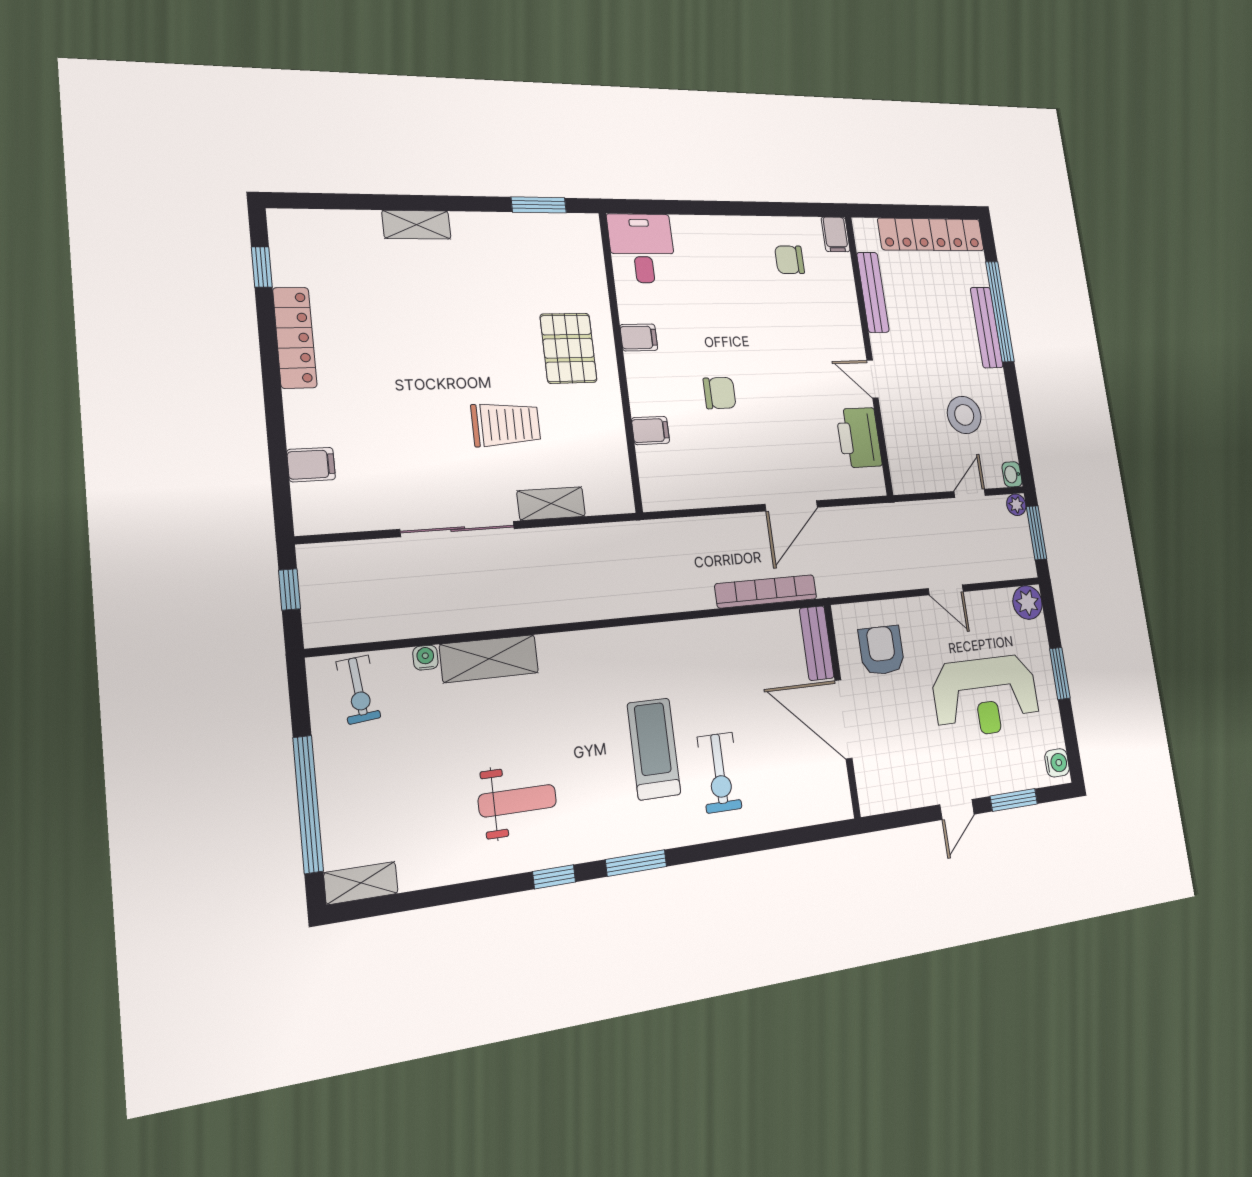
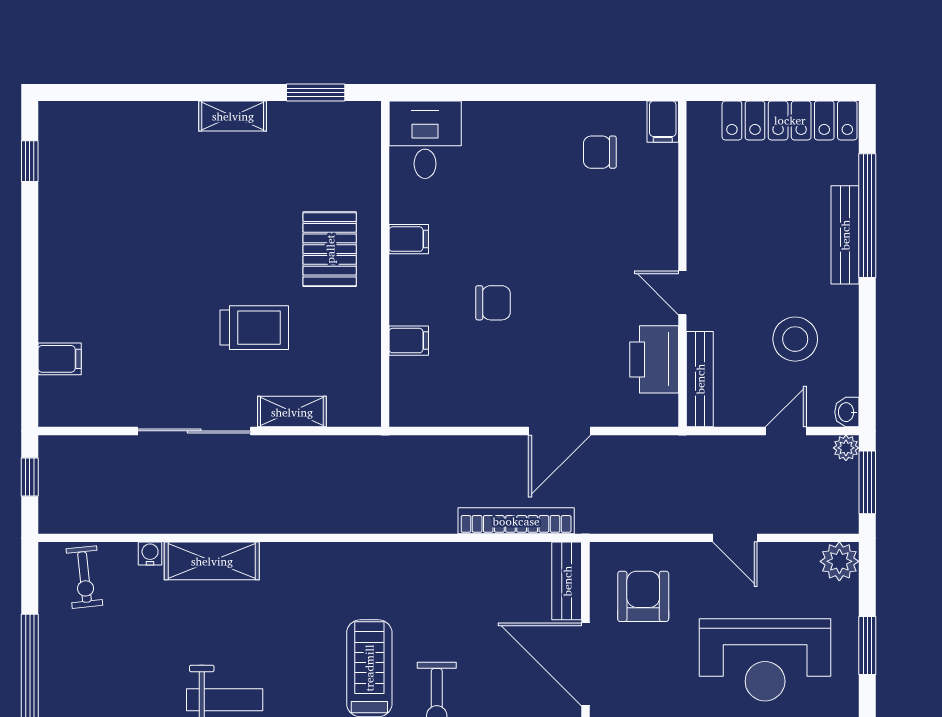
shelving: (416, 225) -> (233, 116), moved
bench: (873, 292) -> (700, 379), moved
locker: (295, 338) -> (55, 233), removed

